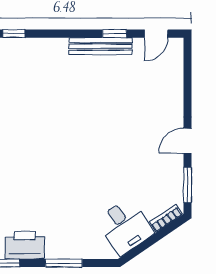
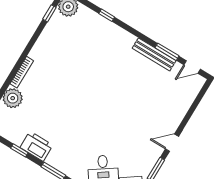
window: (114, 34) -> (167, 52), width x1.50

